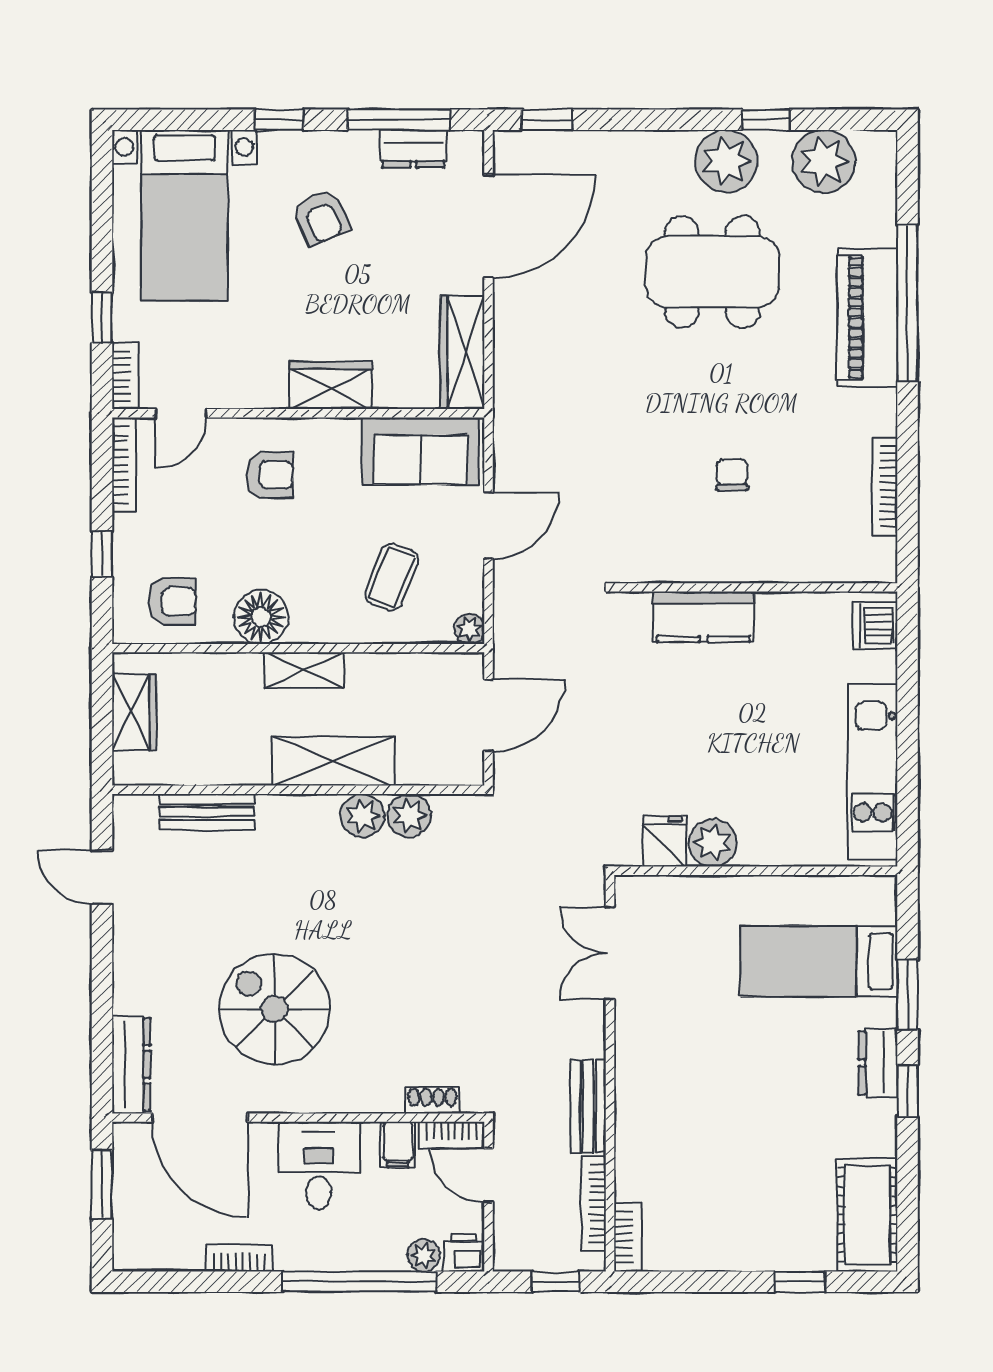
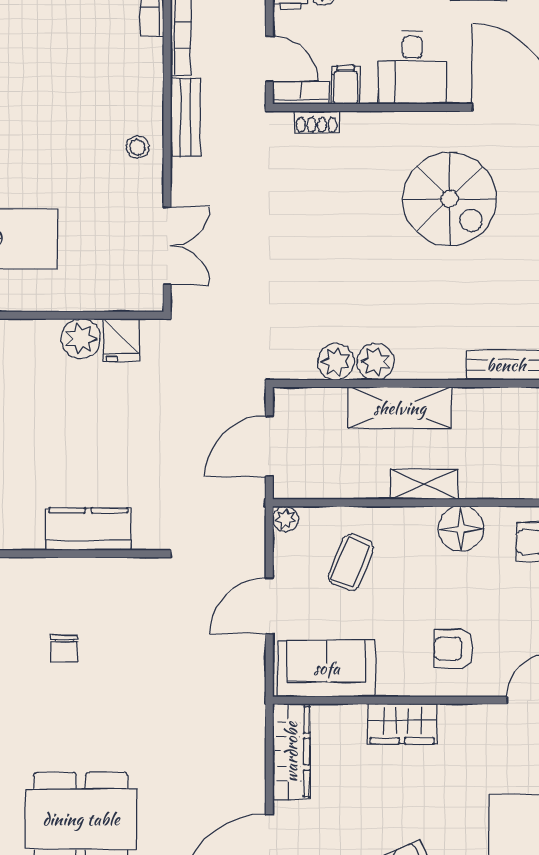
stool: (645, 1071) -> (137, 147), added

